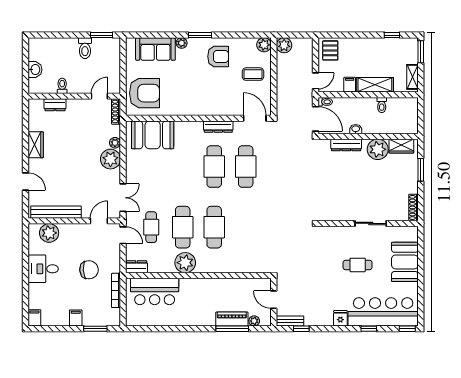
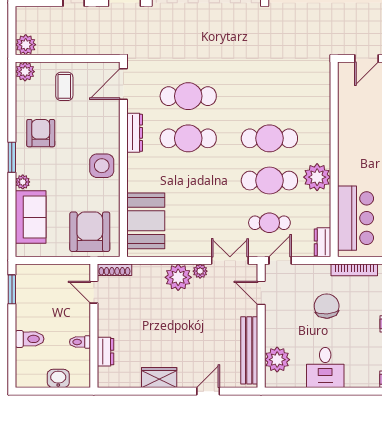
toilet: (85, 48) -> (30, 339), moved
side table: (194, 102) -> (102, 166), added
plant: (115, 143) -> (200, 271), moved

